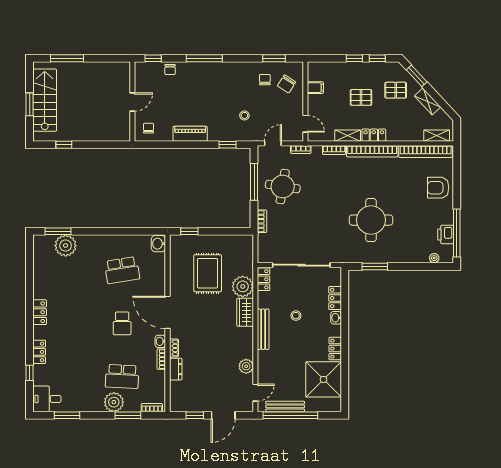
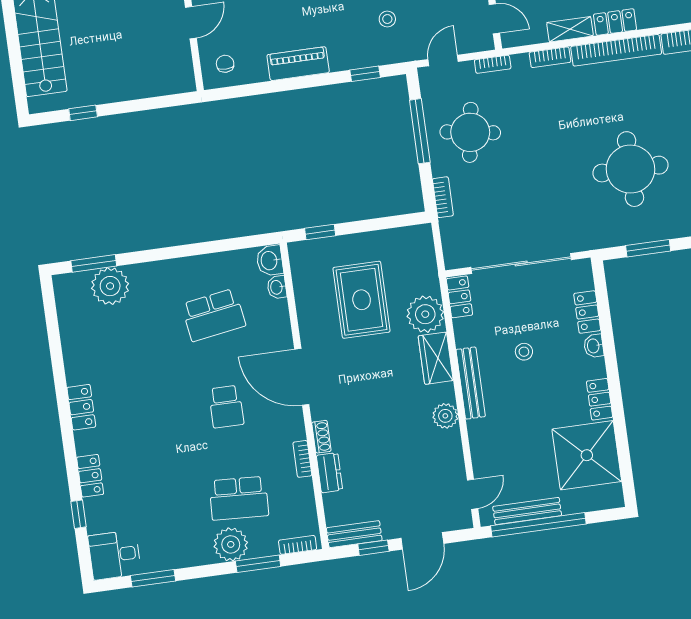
window: (30, 104) -> (14, 51), removed
washbasin: (160, 341) -> (277, 287), moved
plant: (246, 366) -> (445, 416), moved
bench: (185, 406) -> (354, 534), added

